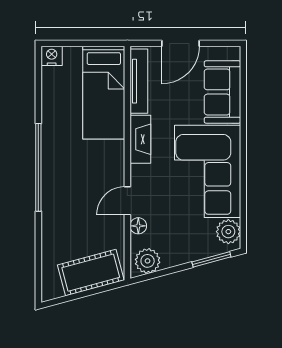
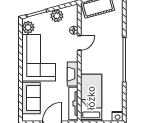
plant: (148, 261) -> (57, 16), moved

